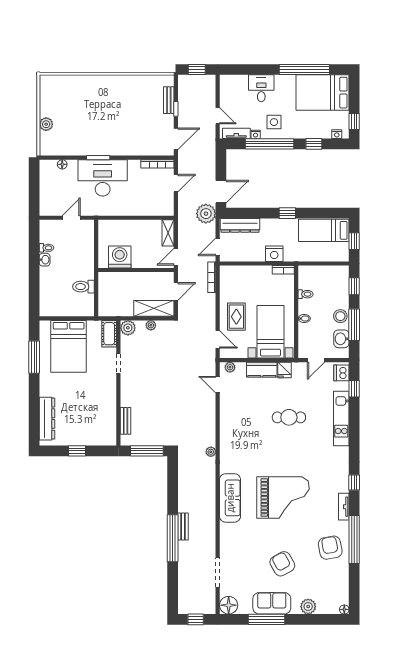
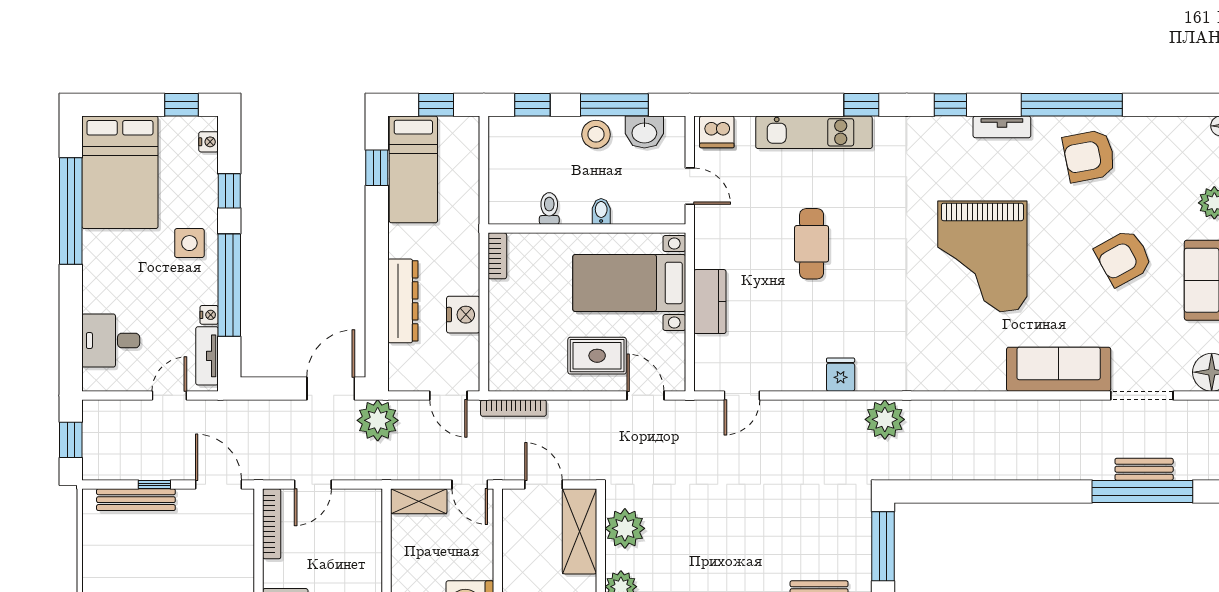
desk: (261, 88) -> (111, 341), moved
bench: (169, 100) -> (136, 500), width x1.36
side table: (274, 122) -> (189, 243), moved
door: (176, 183) -> (313, 484), swing flipped
door: (221, 192) -> (331, 389), hinge flipped
window: (287, 213) -> (377, 168), moved
dresser: (240, 225) -> (403, 301), moved
nightstand: (274, 254) -> (463, 315), moved
plant: (151, 325) -> (625, 528), width x1.88, depth x1.88
door: (218, 339) -> (645, 395), hinge flipped
plant: (230, 367) -> (705, 369), removed
fridge: (284, 370) -> (841, 375), moved, turned -90
window: (354, 389) -> (861, 105), moved
plant: (211, 452) -> (885, 419), width x1.87, depth x1.87
sofa: (230, 498) -> (1059, 369), moved
grand piano: (283, 498) -> (982, 256), turned 180
bench: (183, 526) -> (1144, 469), moved
window: (173, 538) -> (1142, 491), moved

